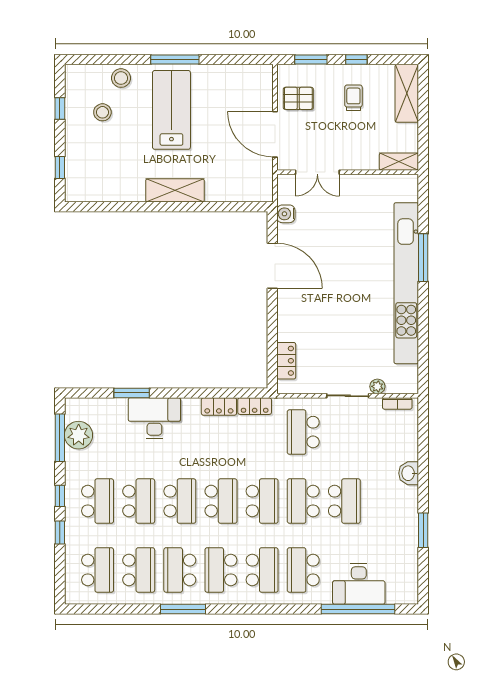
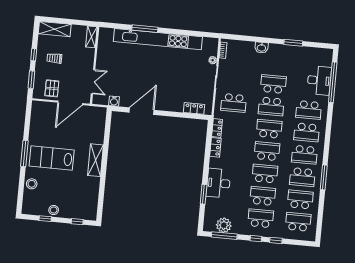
stool: (102, 112) -> (54, 210), moved
school desk: (262, 570) -> (307, 132), turned 180

